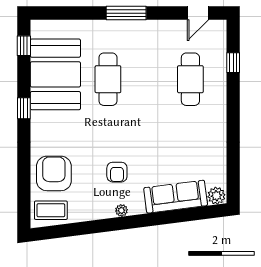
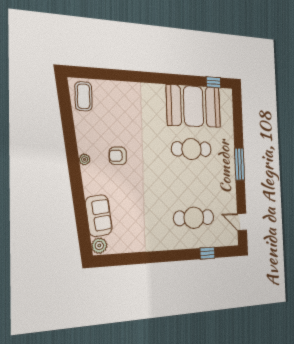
window: (24, 108) -> (167, 79), removed
armchair: (54, 173) -> (115, 101), removed
sofa: (176, 197) -> (99, 216), width x0.73

